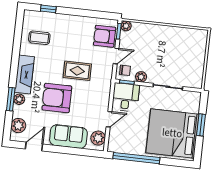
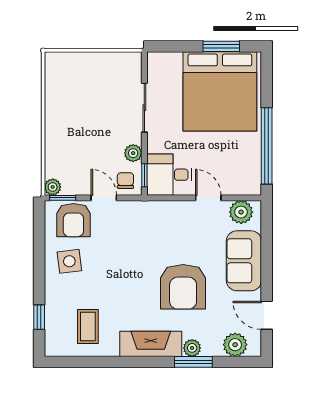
side table: (80, 31) -> (69, 261), added
rug: (77, 71) -> (135, 258), removed
window: (201, 125) -> (221, 46), moved

